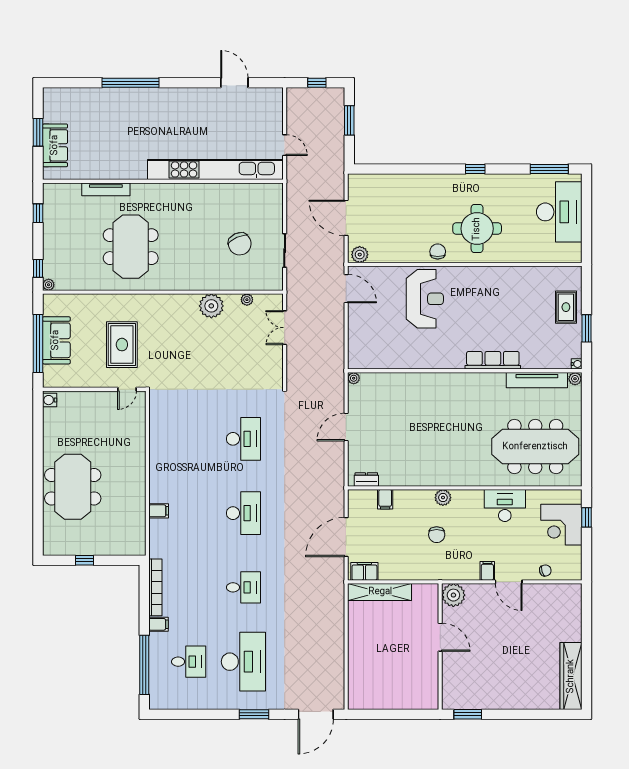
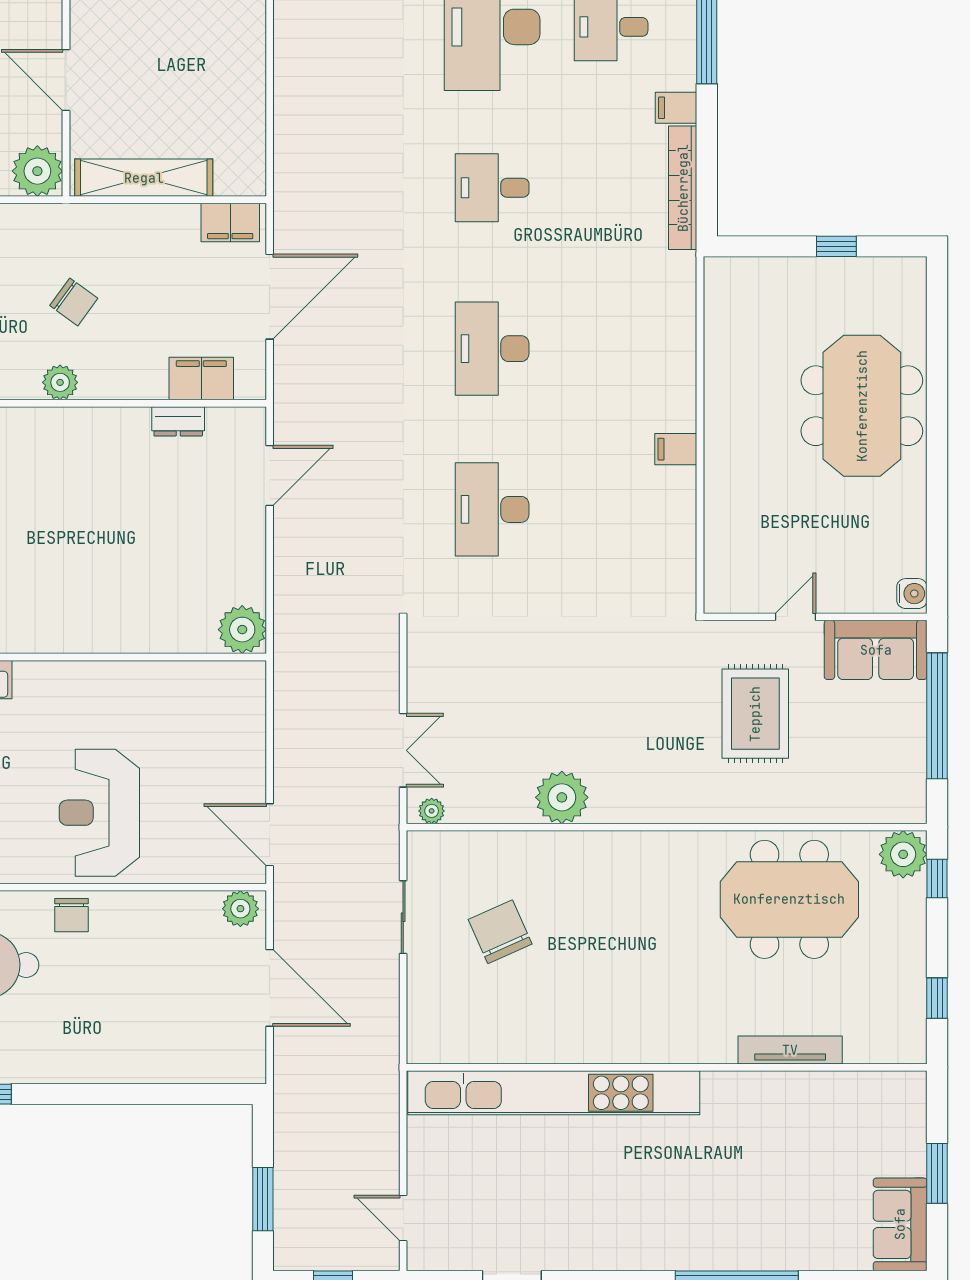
sofa: (55, 145) -> (900, 1224), moved
door: (285, 145) -> (403, 1218), moved
meeting table: (131, 247) -> (789, 899), moved, turned 90
plant: (49, 285) -> (903, 854), width x1.87, depth x1.87
plant: (247, 300) -> (432, 811), moved
sofa: (56, 340) -> (876, 650), moved, turned -90
plant: (354, 378) -> (242, 630), width x1.87, depth x1.87
door: (127, 389) -> (796, 617), moved
door: (346, 427) -> (270, 476), moved
dresser: (366, 480) -> (178, 421), moved
filing cabinet: (385, 499) -> (201, 379), width x2.00
filing cabinet: (159, 511) -> (676, 449), moved
chair: (437, 535) -> (74, 302), turned 126
shelving: (380, 592) -> (144, 178), moved

